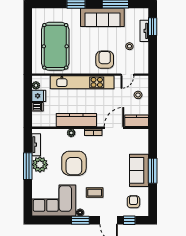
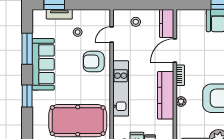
door: (127, 75) -> (112, 34), swing flipped
kitchen unit: (82, 82) -> (121, 88), width x0.73
door: (114, 128) -> (175, 50), hinge flipped

